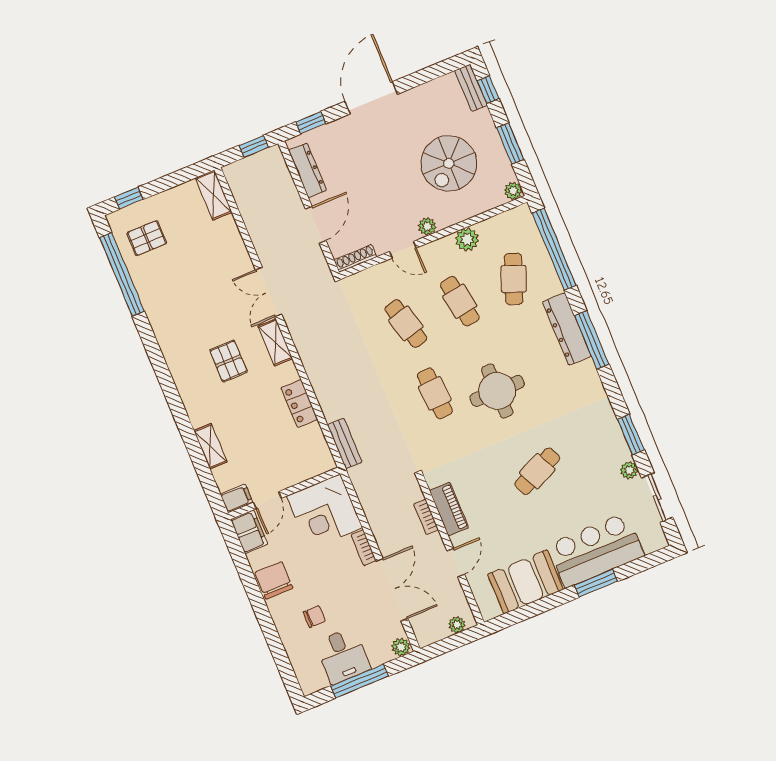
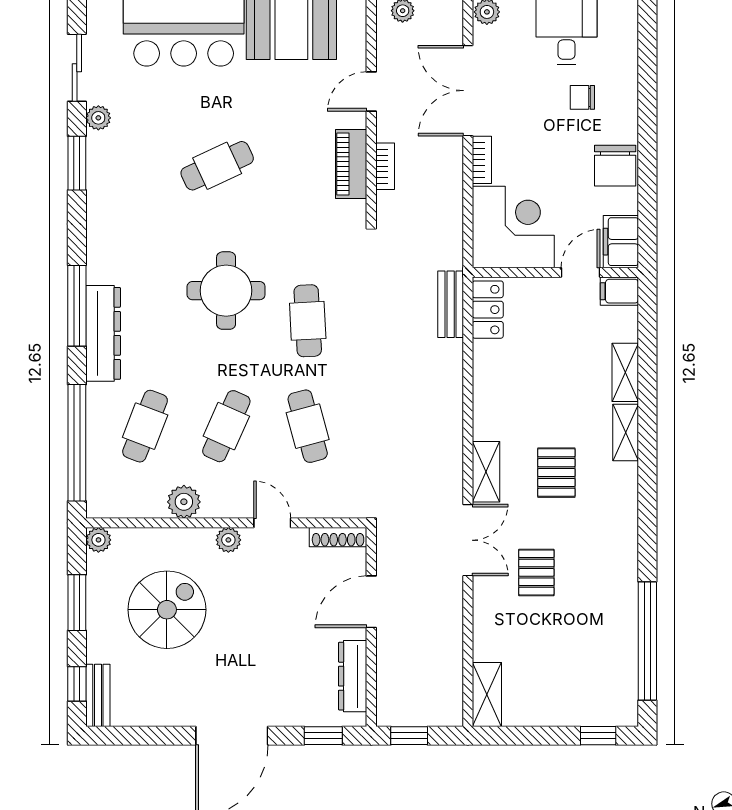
pallet: (147, 238) -> (536, 572), moved, turned 90
cafe table: (460, 301) -> (226, 426), turned 33
locker: (299, 404) -> (488, 310), moved
shelving: (194, 407) -> (626, 433), added

